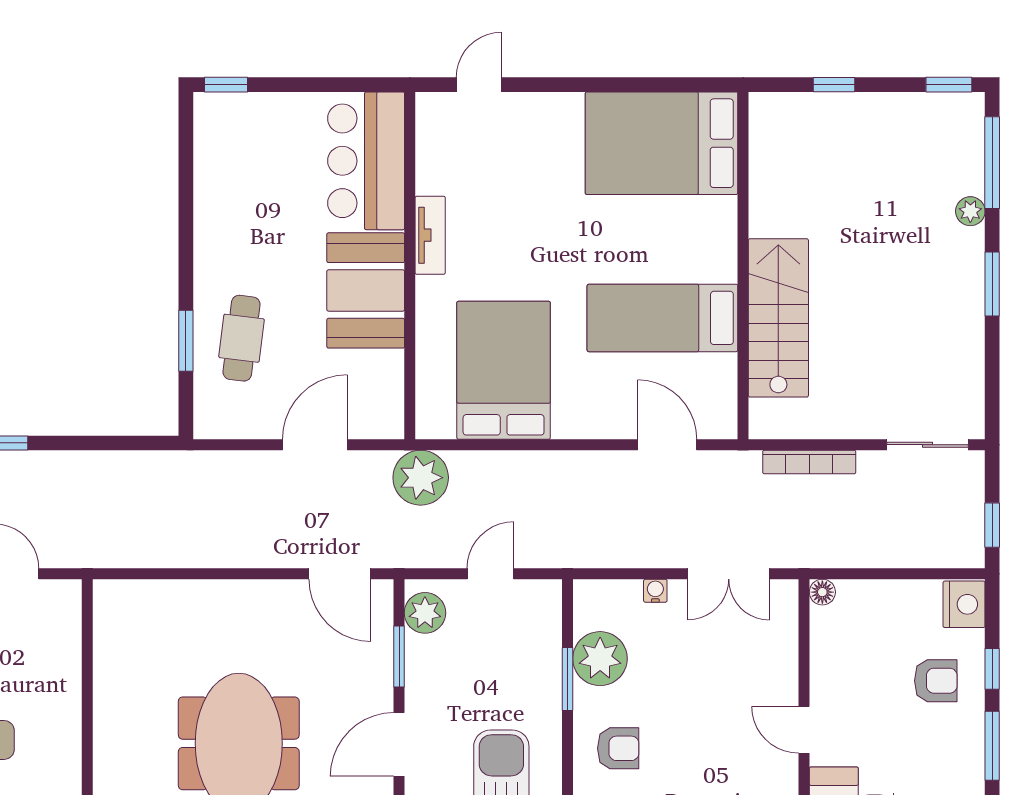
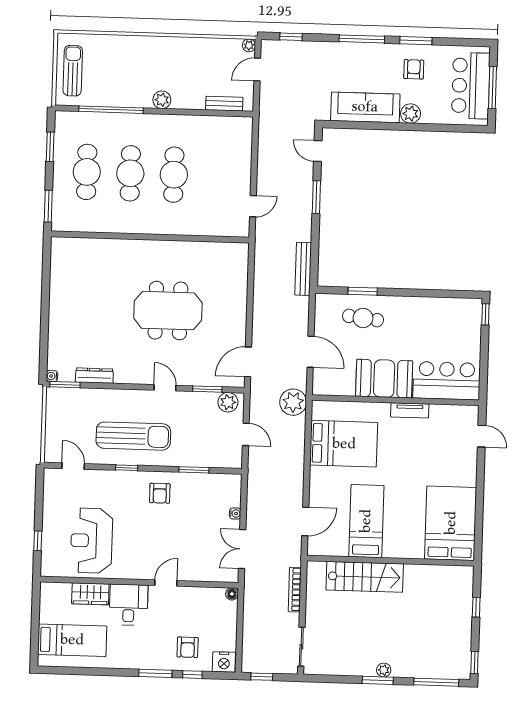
plant: (970, 211) -> (384, 670), moved
bench: (143, 466) -> (303, 269), added
plant: (600, 659) -> (203, 486), removed
door: (399, 744) -> (165, 388), width x0.73

